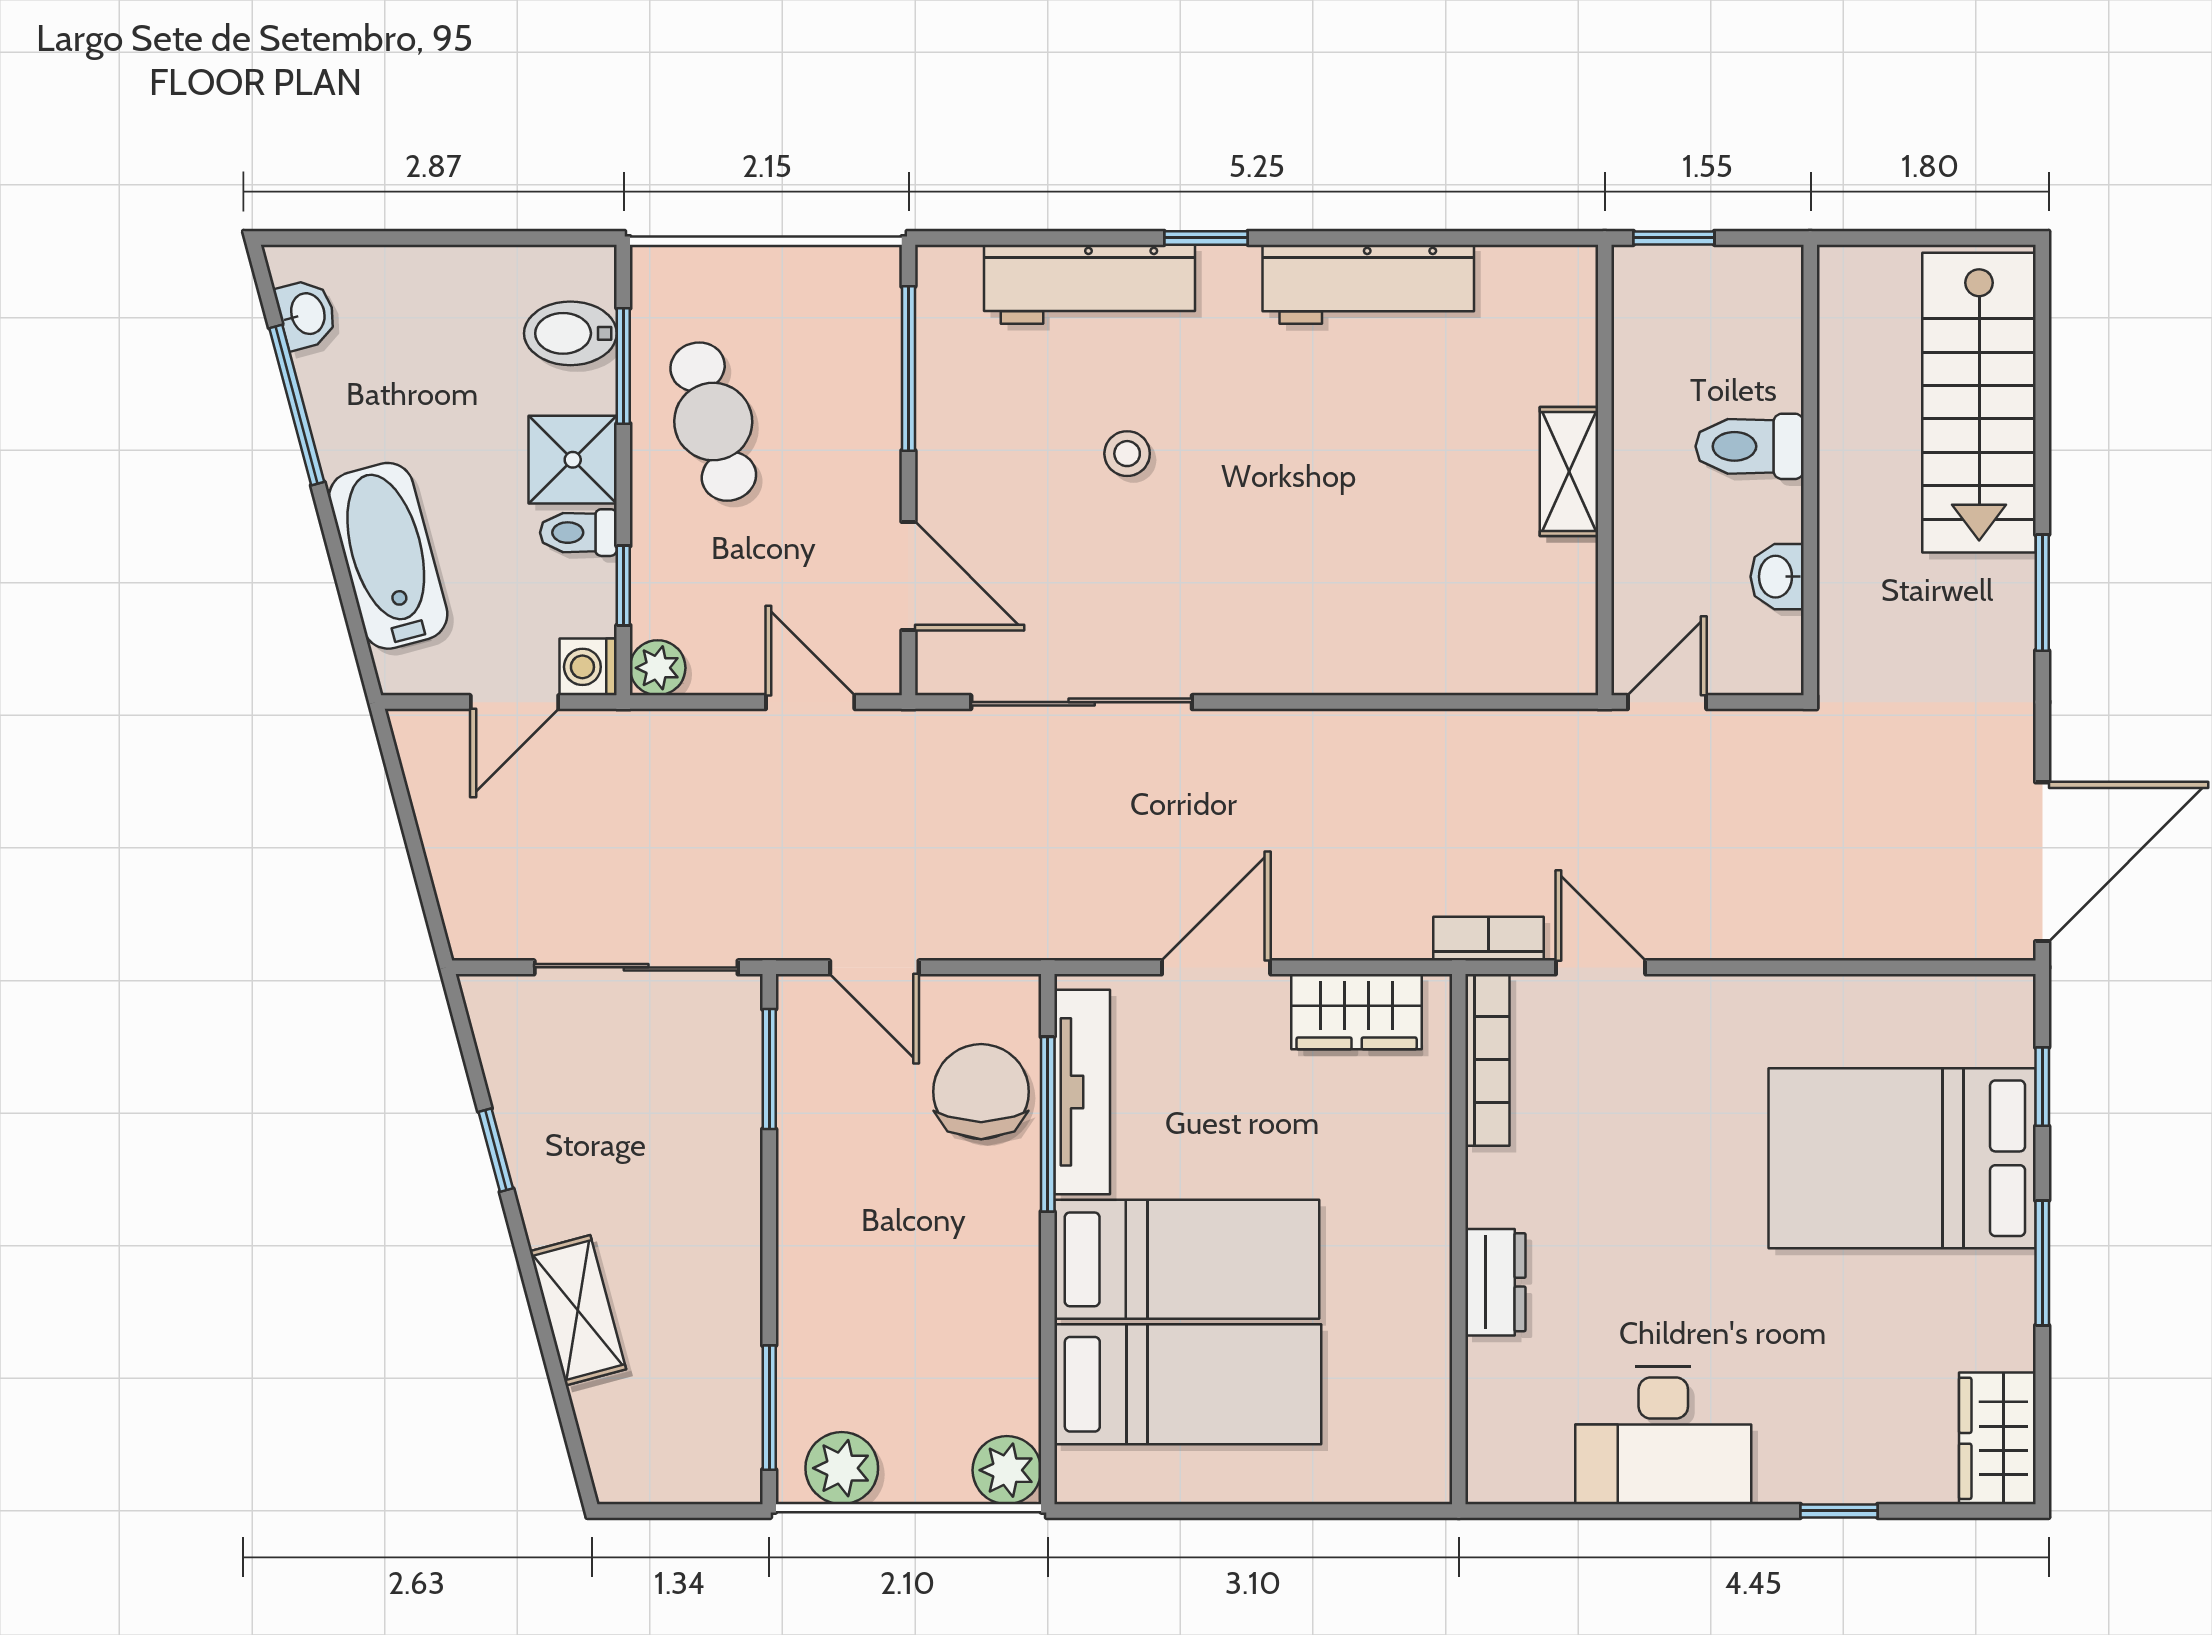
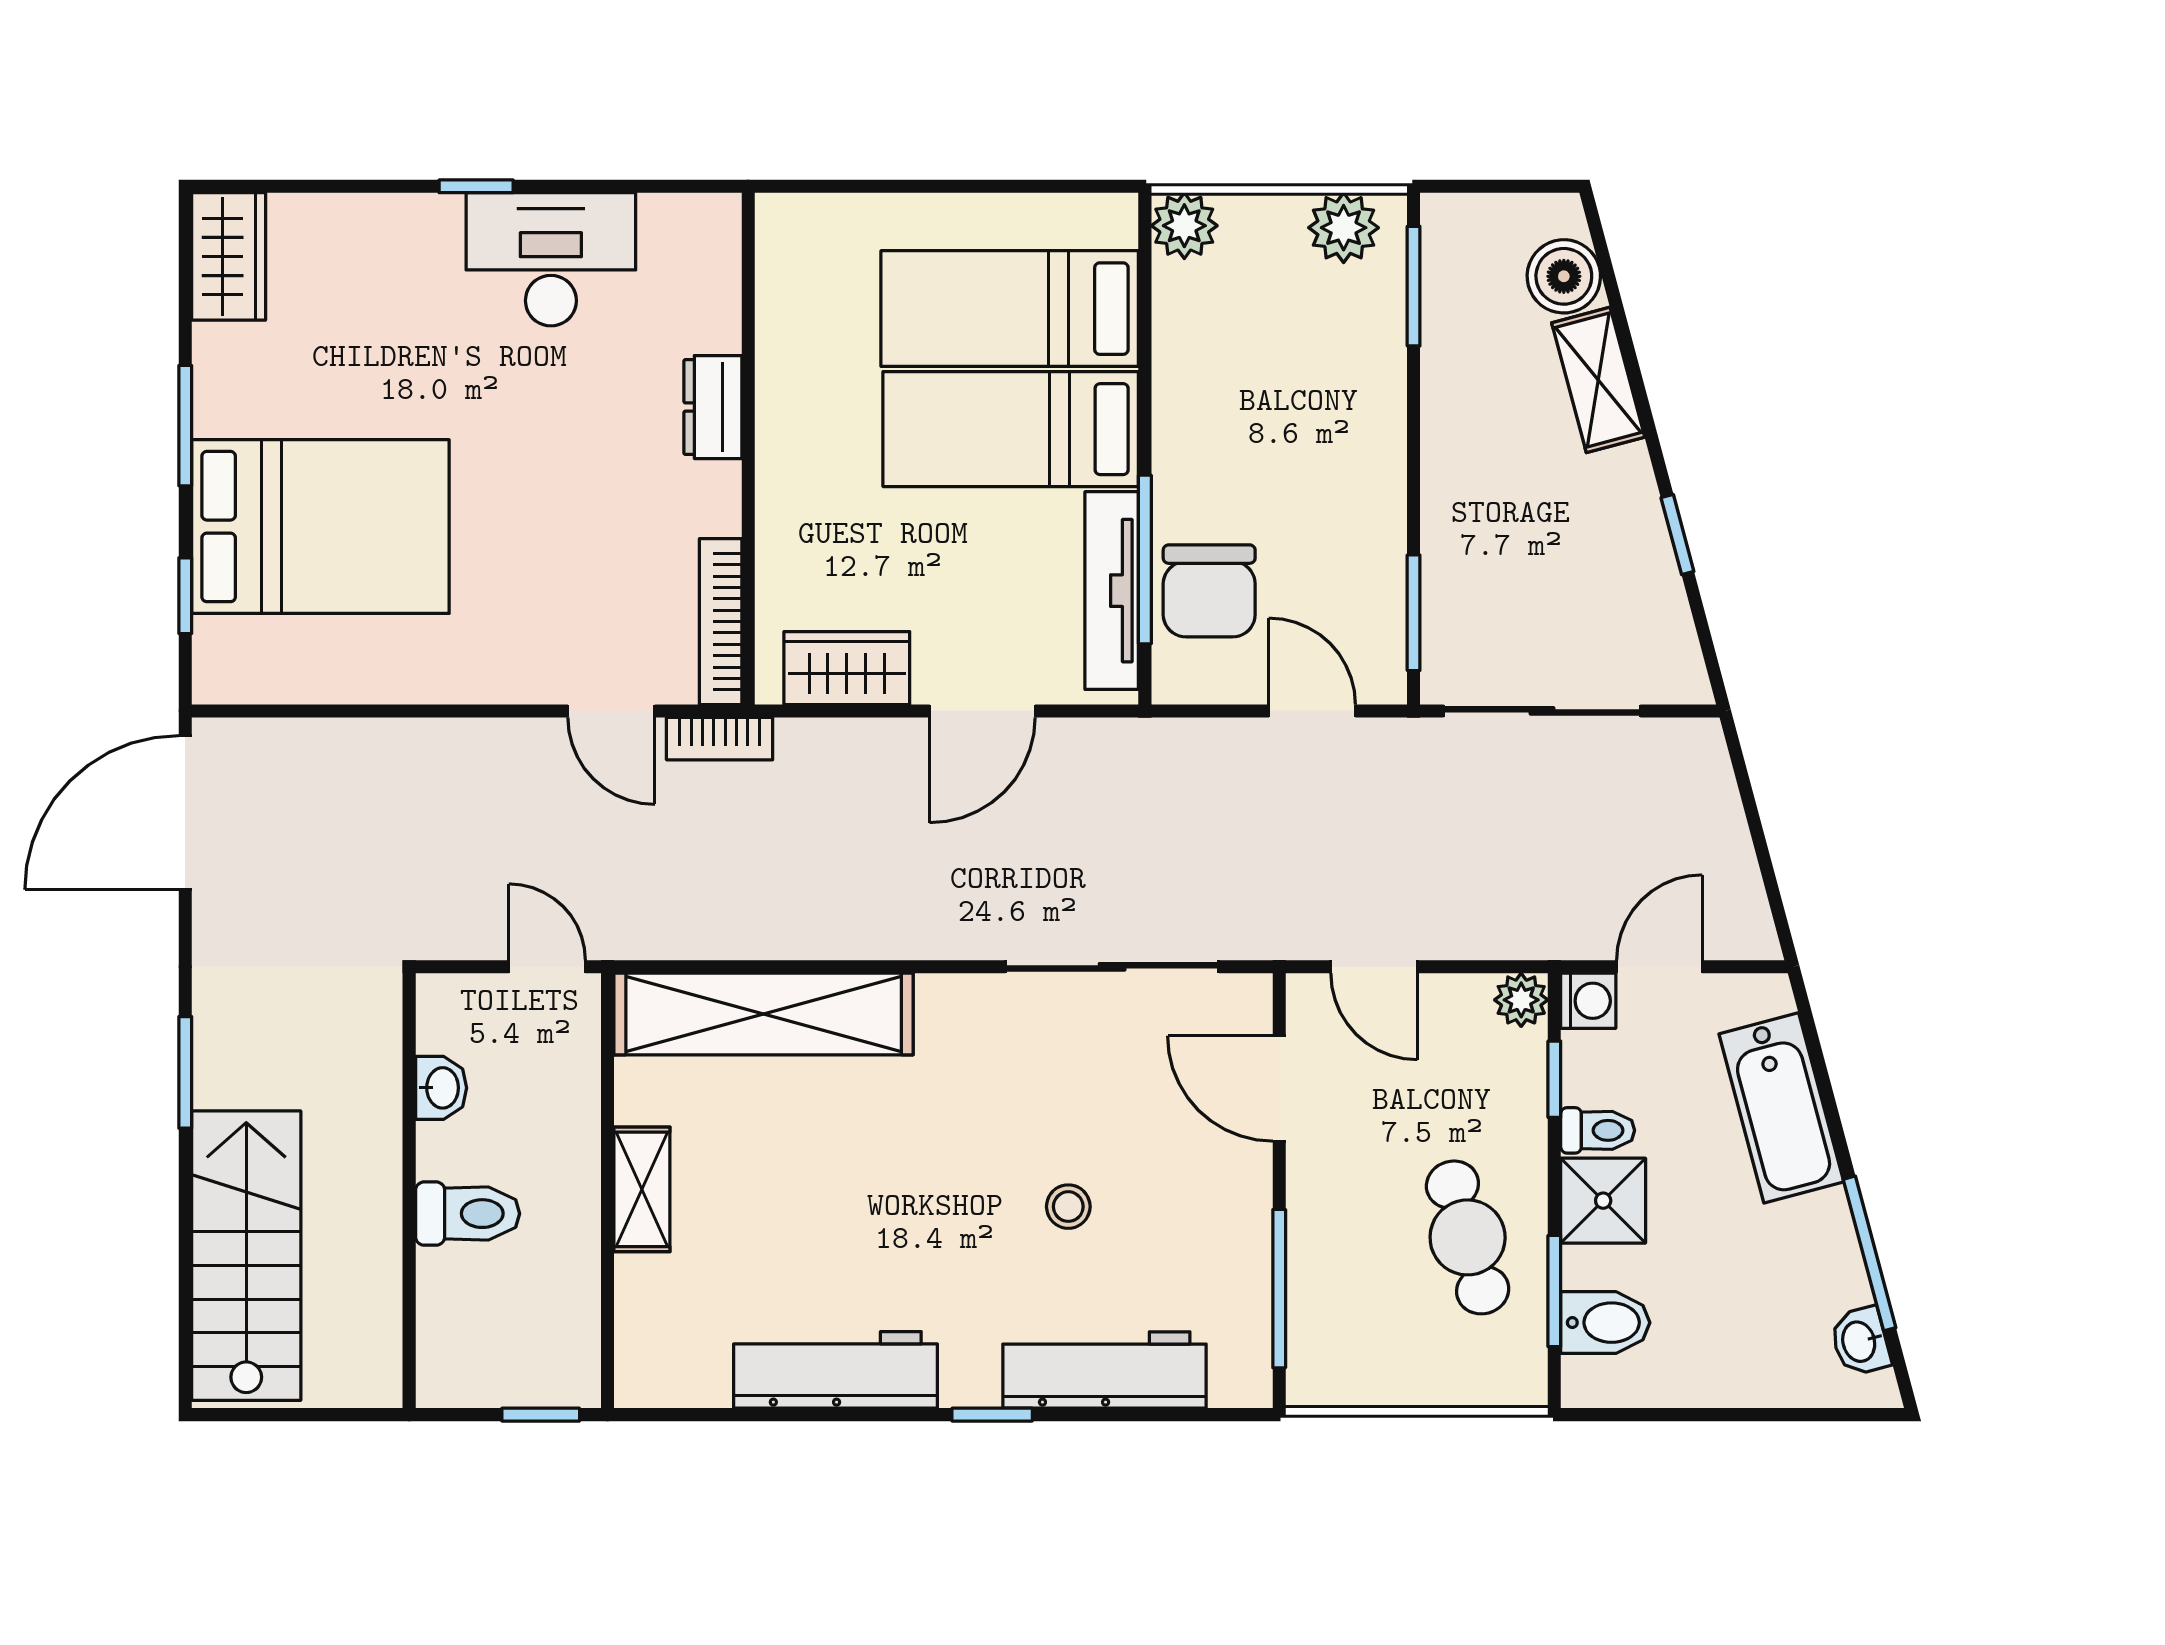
shelving: (1443, 653) -> (764, 1014), added
door: (1667, 702) -> (547, 967), swing flipped
boiler: (613, 1418) -> (1564, 276), added
window: (1839, 1511) -> (476, 186), moved

